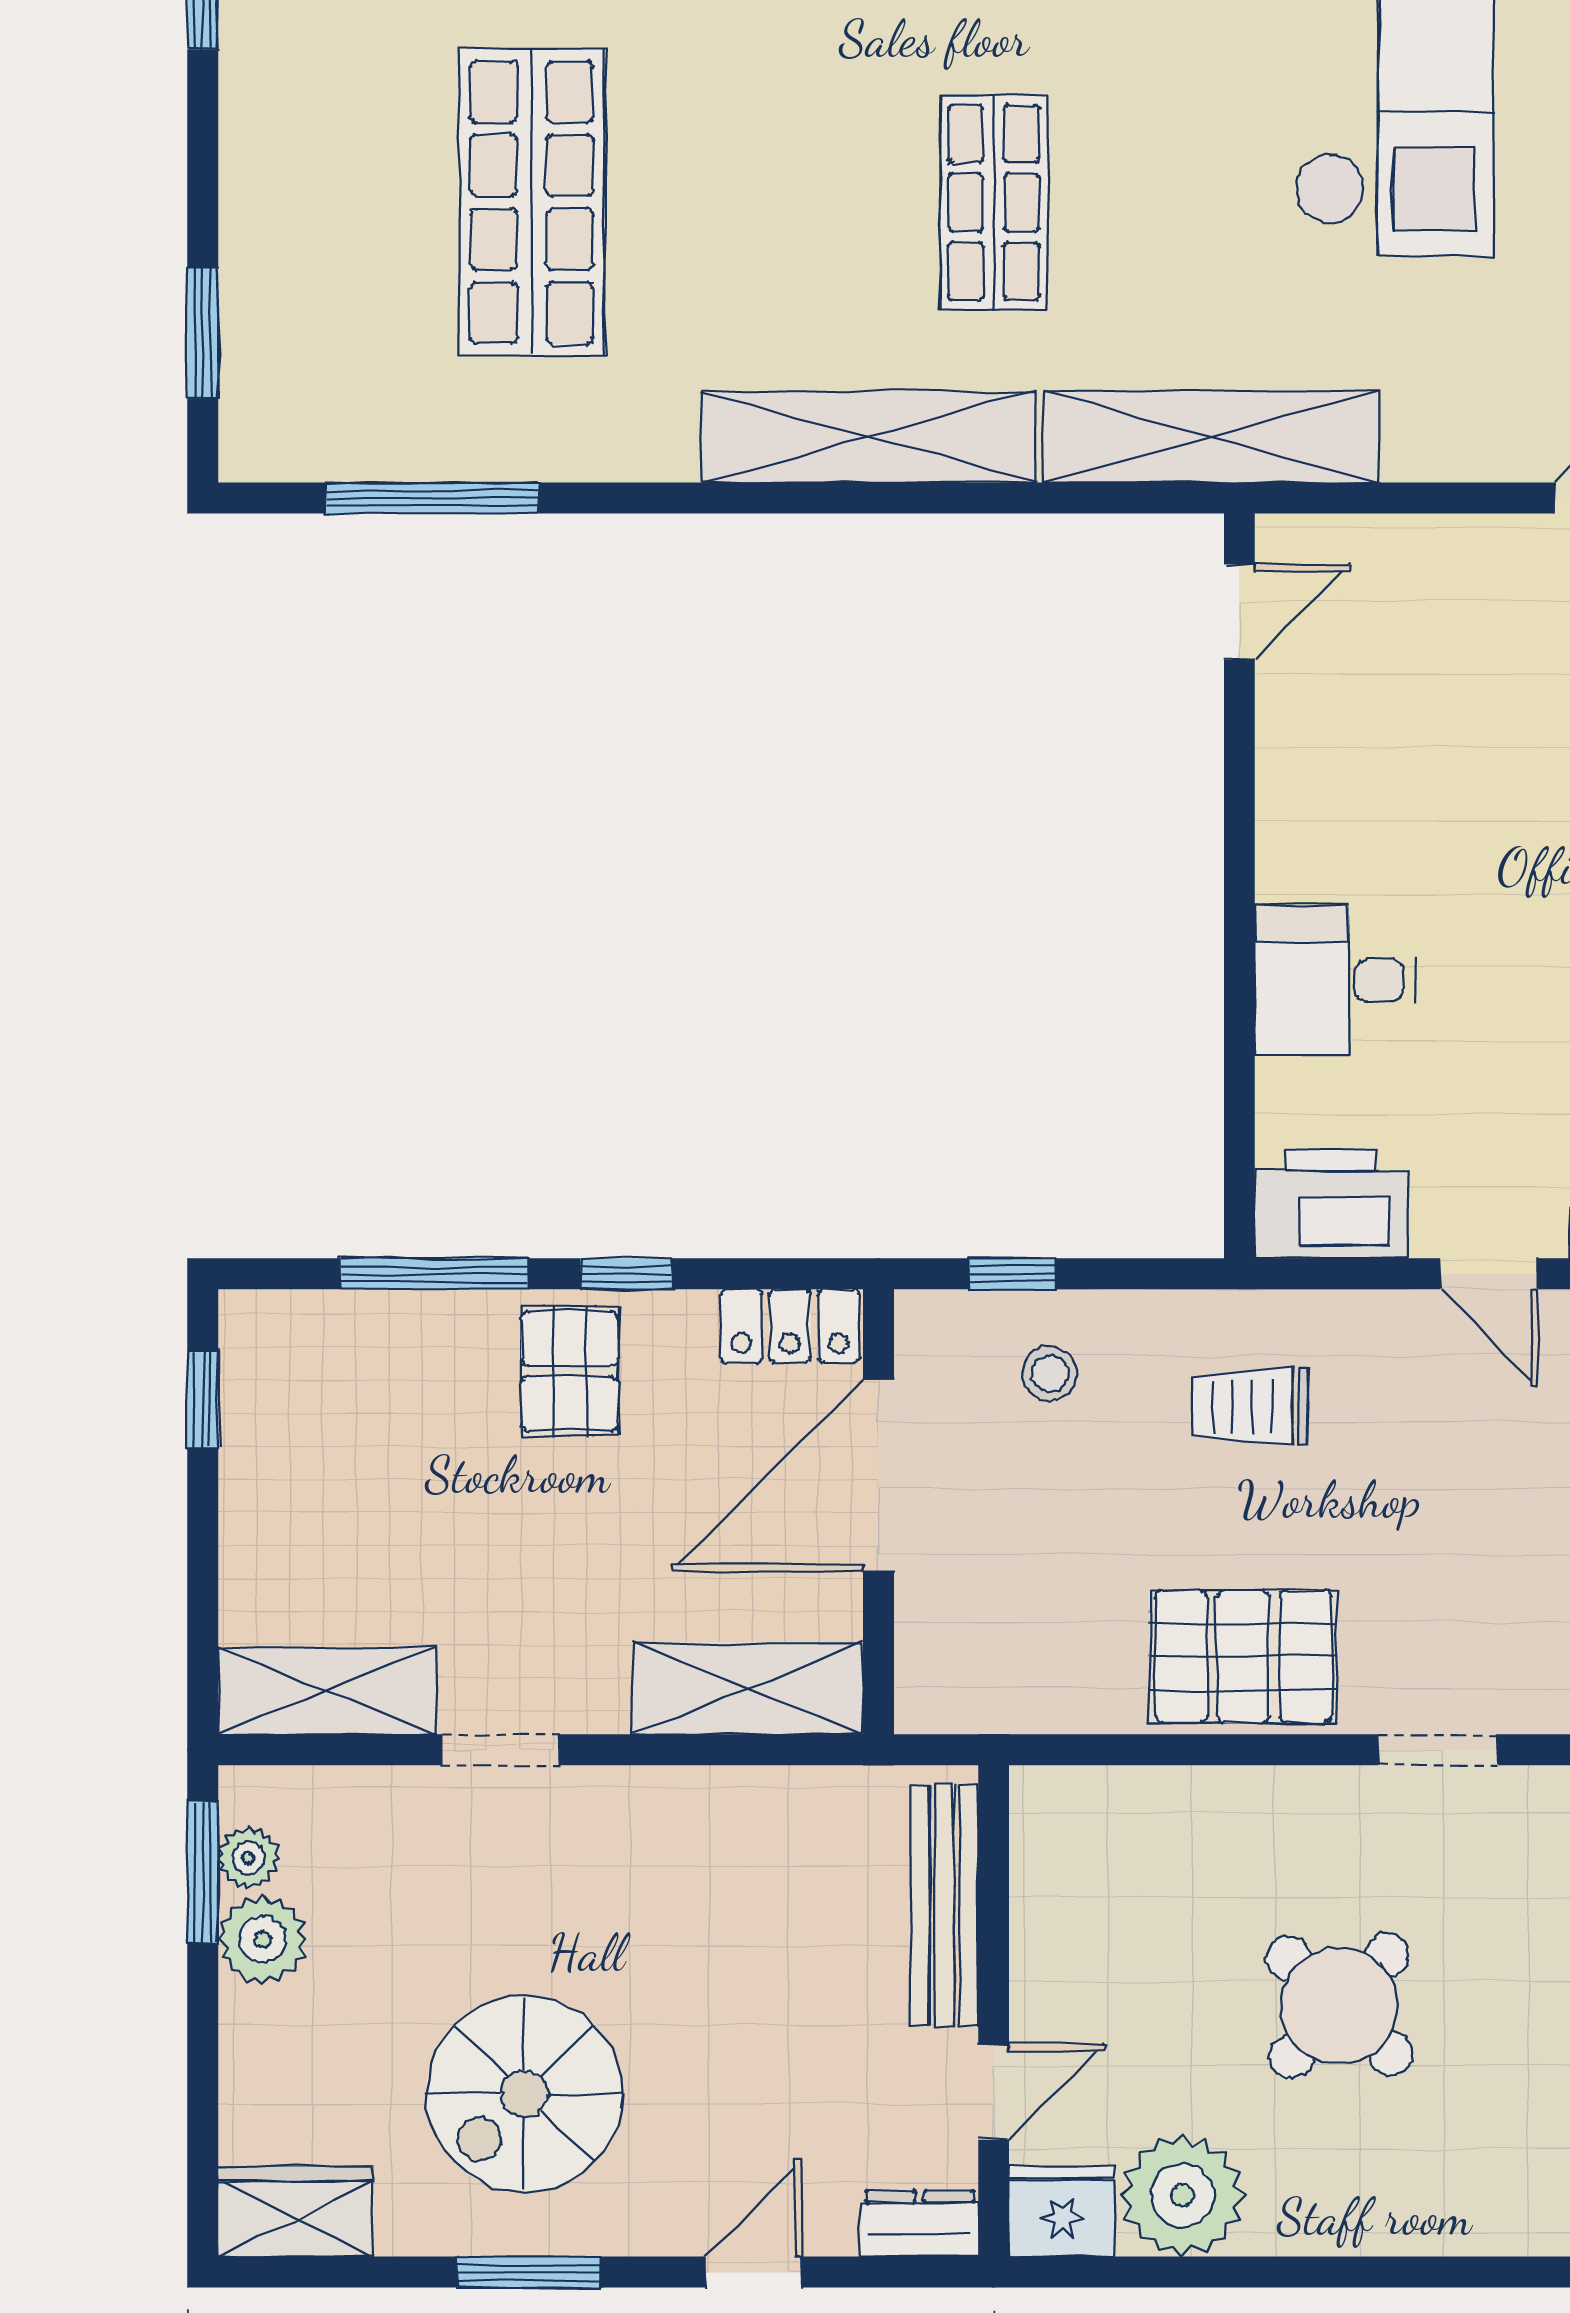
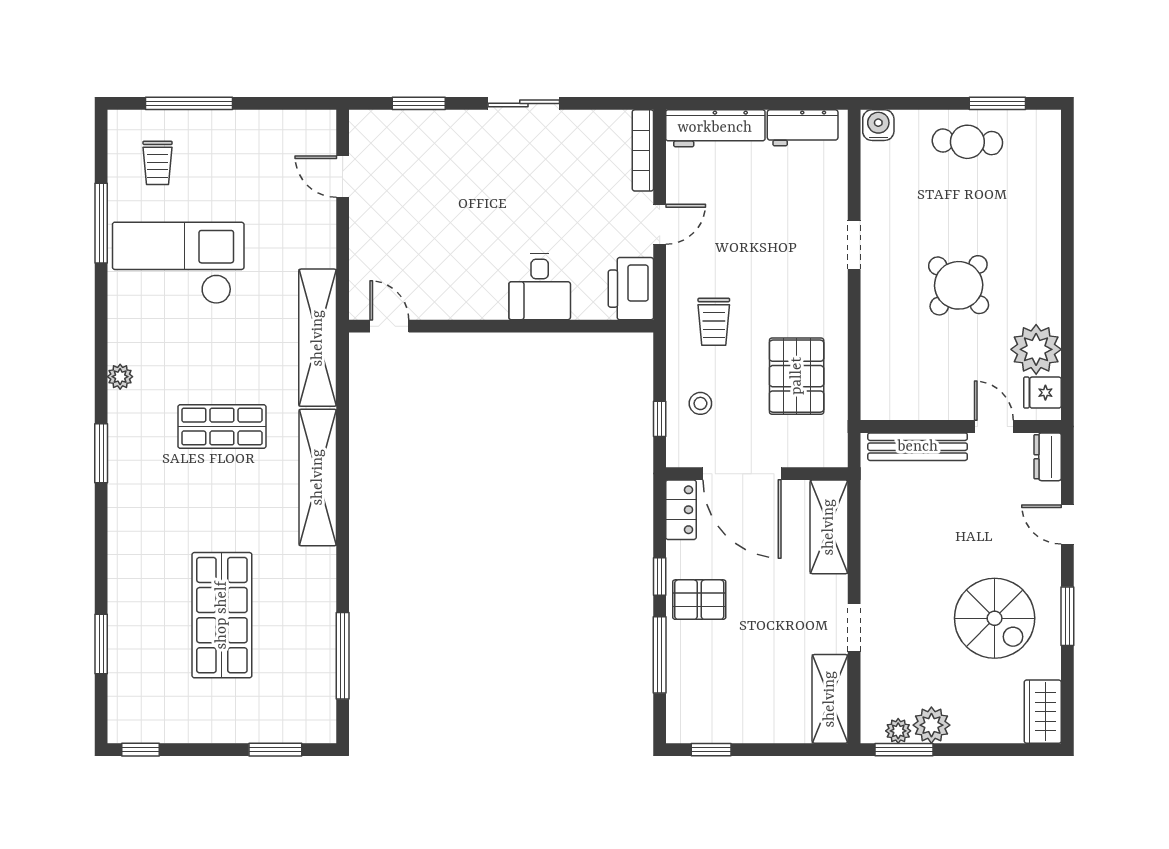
shop shelf: (532, 202) -> (222, 615), turned 90
pallet: (1243, 1656) -> (797, 376), moved
fridge: (1062, 2211) -> (1042, 393), width x0.72

